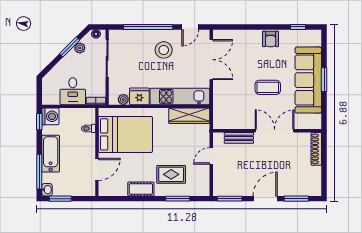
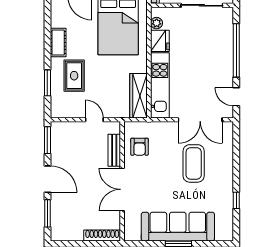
window: (298, 27) -> (236, 200), moved
armchair: (271, 39) -> (140, 147), moved, turned -90
stool: (164, 50) -> (211, 68), removed
coffee table: (268, 87) -> (194, 163), moved, width x1.36, depth x1.32
double door: (275, 131) -> (122, 189), swing flipped

